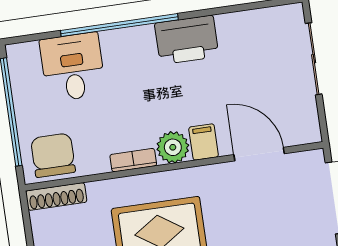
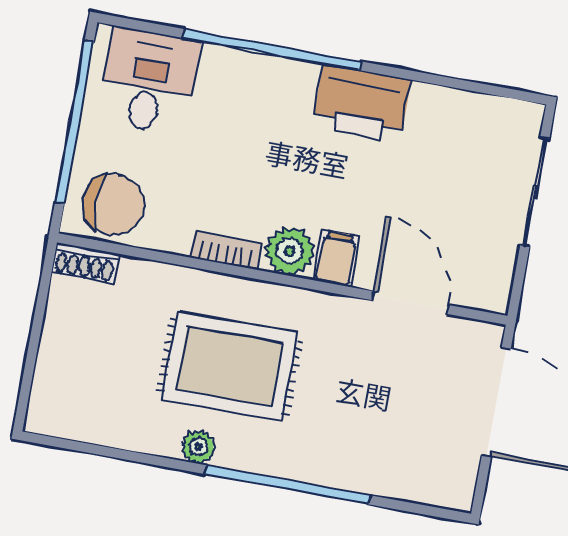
desk: (73, 67) -> (149, 81), moved
chair: (53, 155) -> (114, 205), turned 90
shoe rack: (56, 196) -> (85, 263), width x0.70

